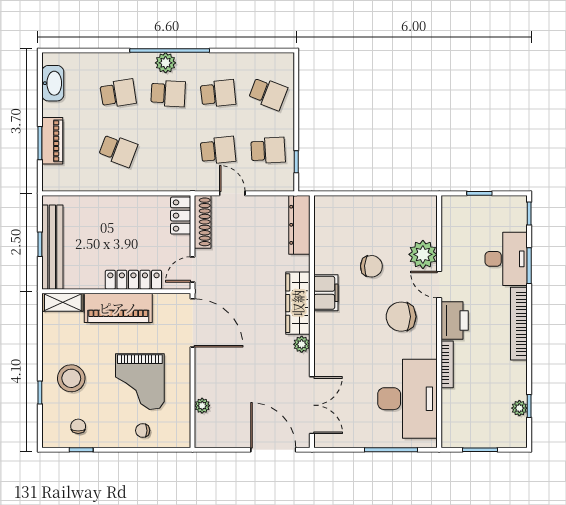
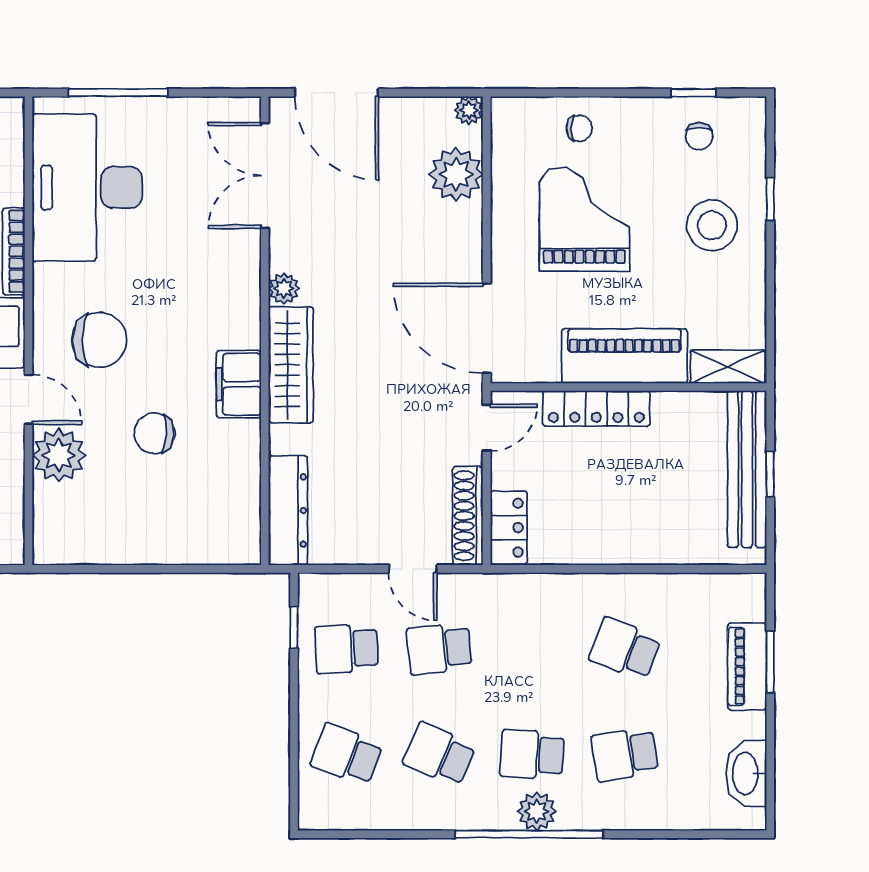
school desk: (218, 93) -> (439, 754), turned 30
plant: (202, 406) -> (456, 174), width x1.88, depth x1.88
plant: (202, 440) -> (469, 110), added

